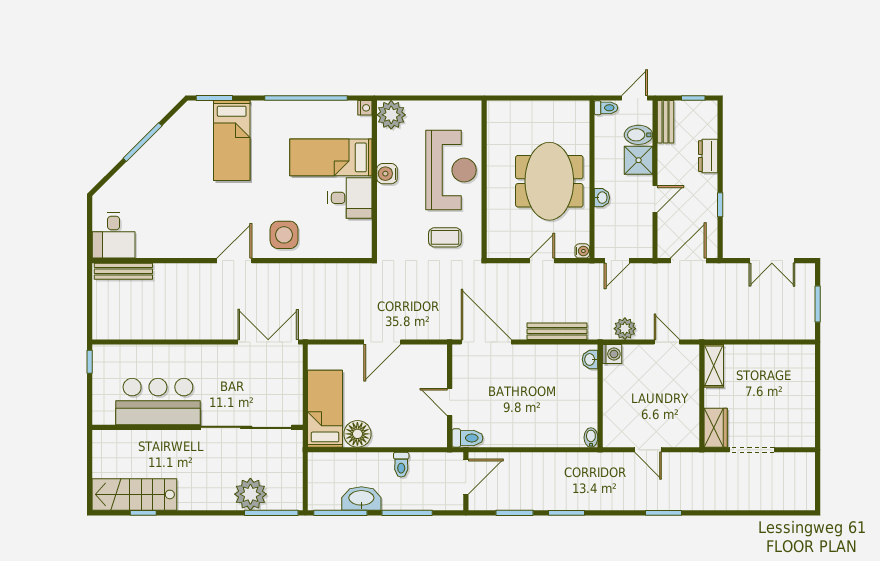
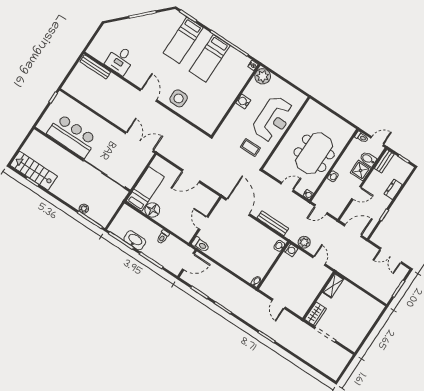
bed: (331, 157) -> (210, 58), moved, turned -90
desk: (350, 198) -> (219, 101), removed
desk: (114, 235) -> (120, 60), moved
door: (234, 261) -> (149, 95), hinge flipped
plant: (250, 494) -> (84, 209), width x0.53, depth x0.53

